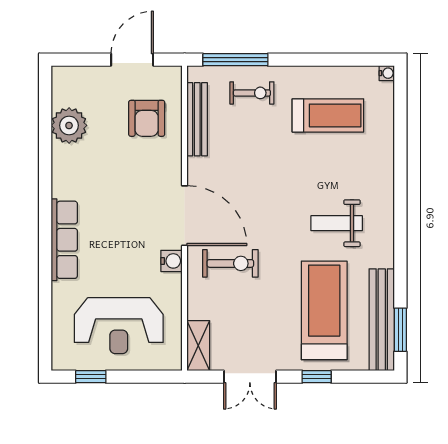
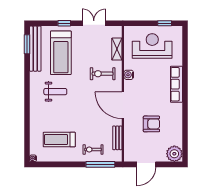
armchair: (147, 118) -> (151, 124), moved, turned 90
bench: (197, 119) -> (117, 138), width x0.73
plant: (69, 125) -> (174, 154), moved
door: (185, 216) -> (123, 105), moved
shelving: (198, 346) -> (117, 49), moved

